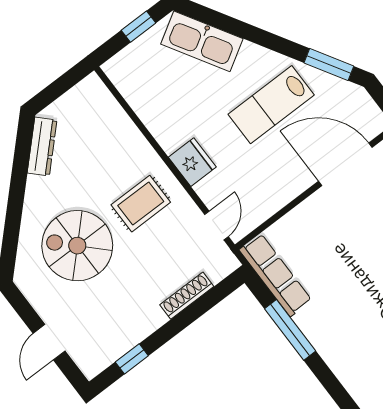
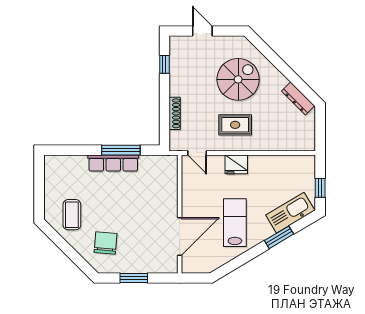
window: (329, 64) -> (279, 237), moved
rug: (141, 204) -> (235, 125), turned 90
row of seats: (275, 275) -> (113, 163), moved

